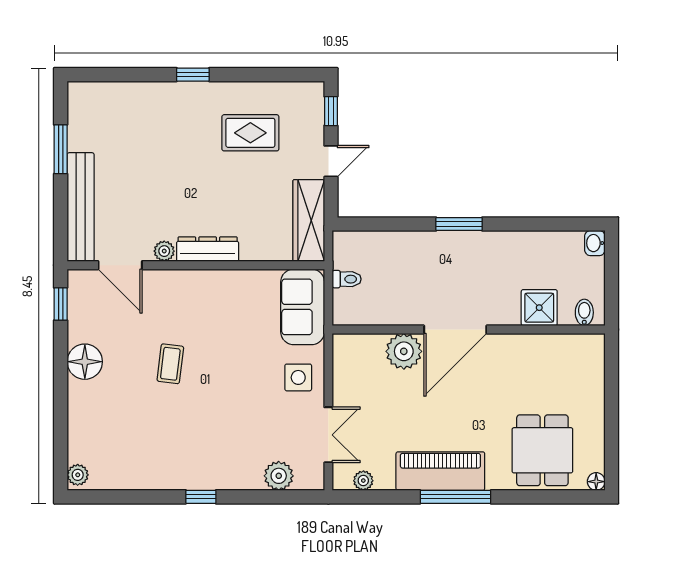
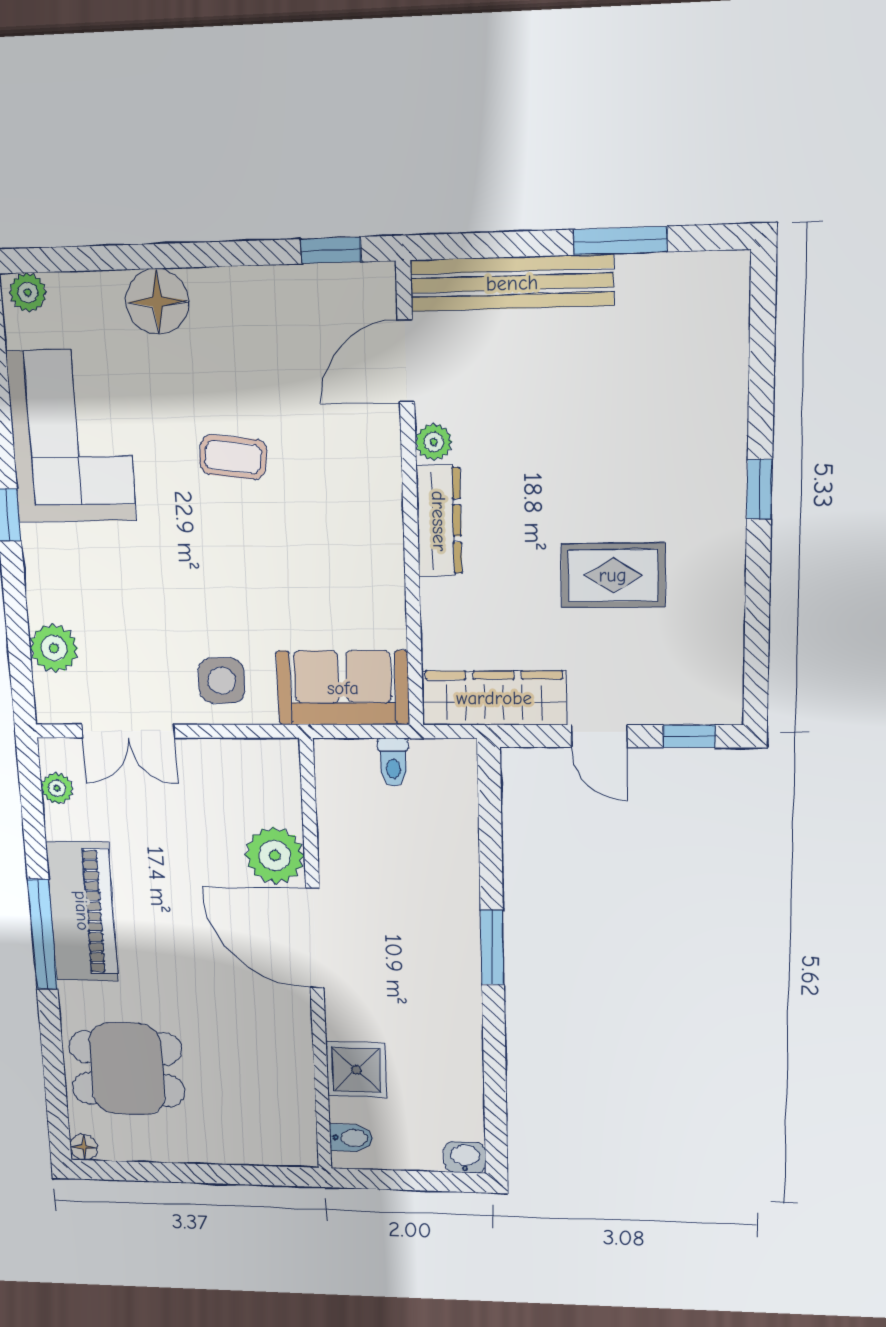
rug: (250, 133) -> (613, 575), moved, turned 90
floor lamp: (85, 362) -> (157, 302), moved
corner sofa: (157, 456) -> (71, 436), added

